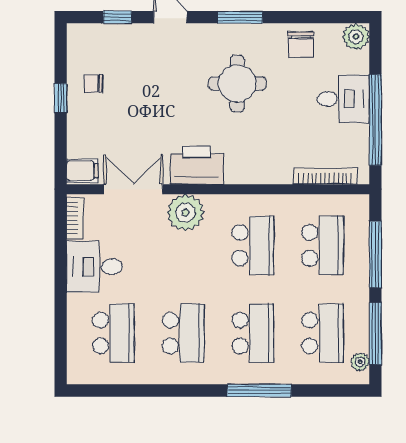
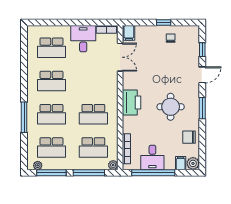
filing cabinet: (355, 62) -> (181, 163), added
desk: (343, 99) -> (152, 157), moved
printer: (197, 165) -> (132, 103), moved
plant: (185, 213) -> (113, 165), moved, width x0.53, depth x0.53

